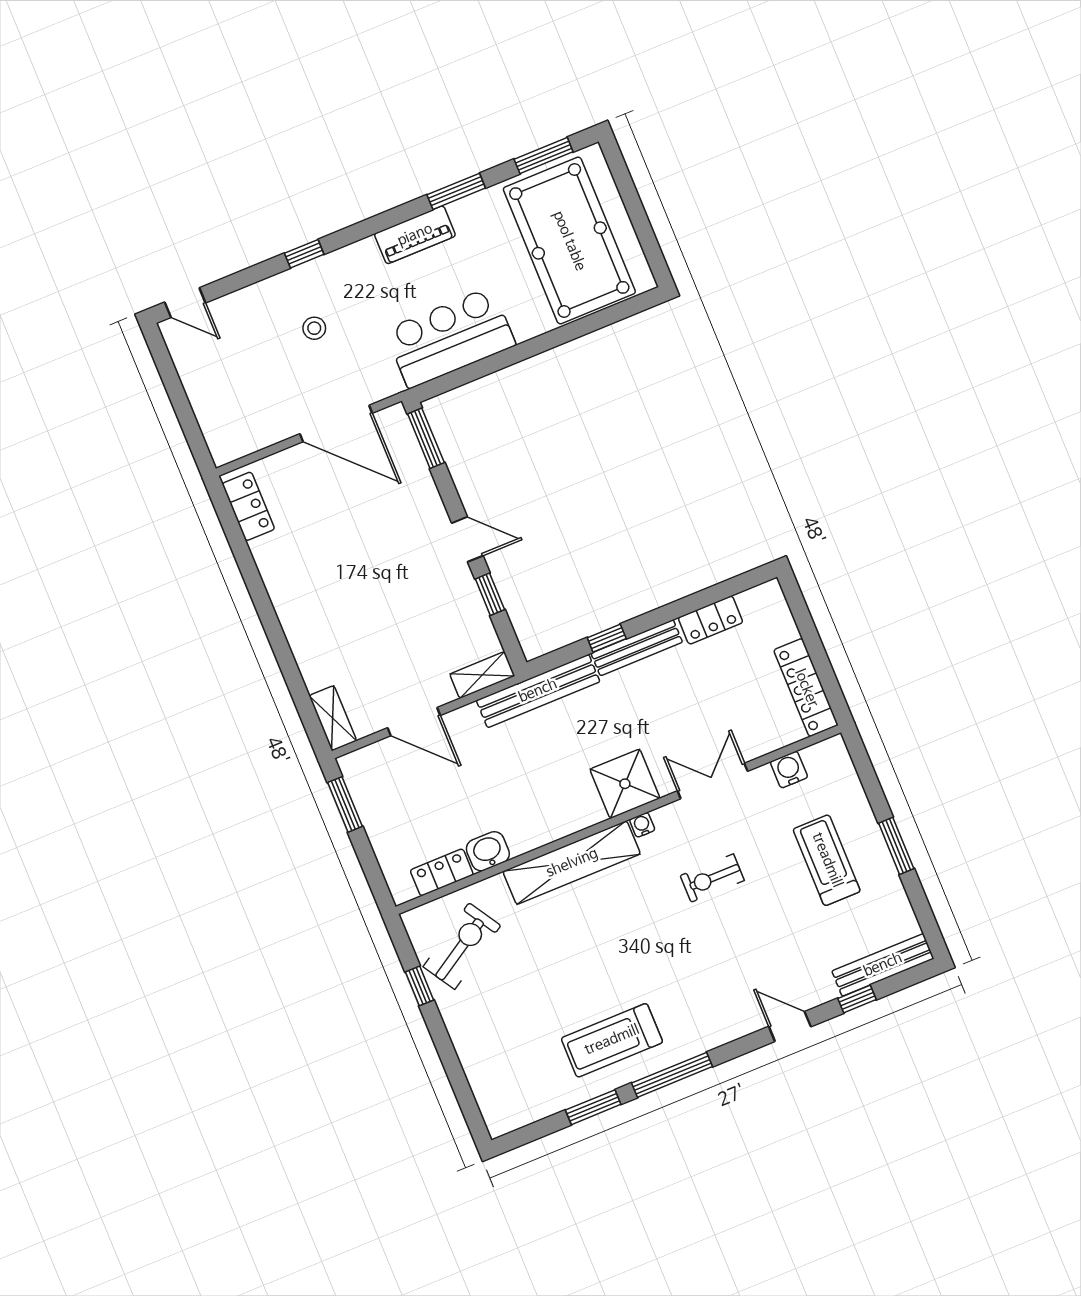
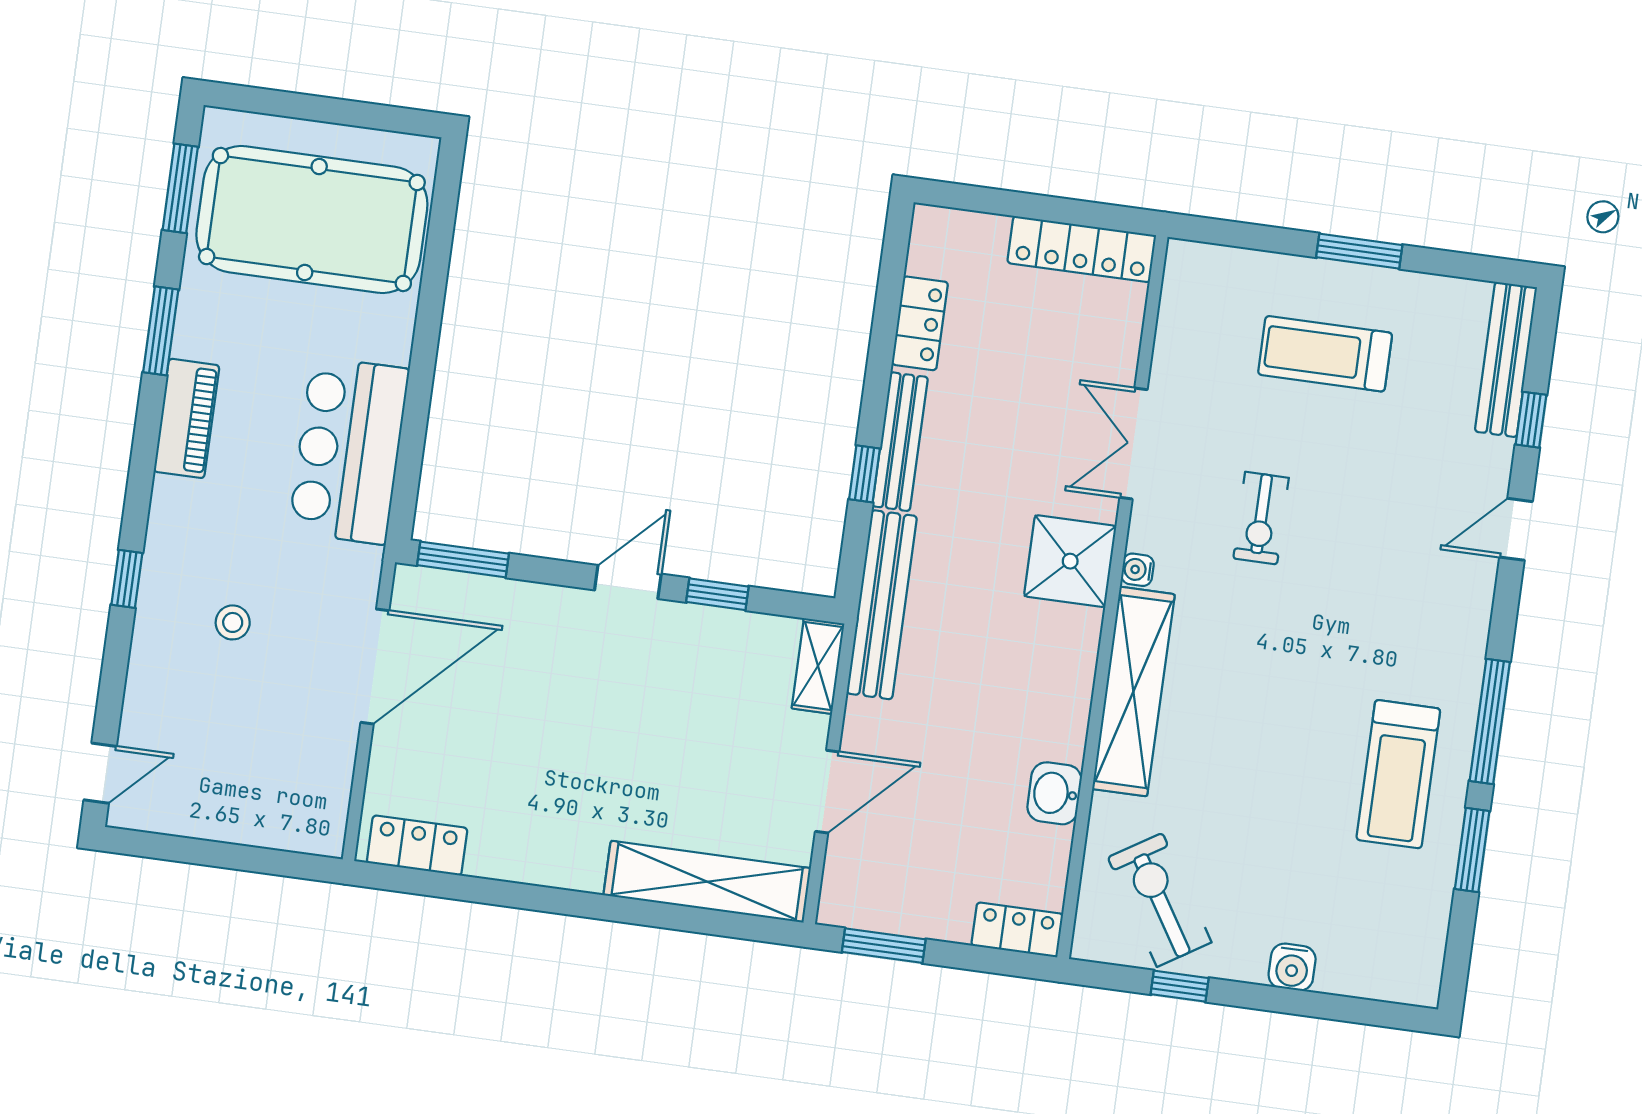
shelving: (333, 718) -> (707, 882), width x2.20, depth x1.33
water cooler: (789, 770) -> (1292, 967), moved, turned -90
locker: (442, 872) -> (1017, 930), moved, turned 90

